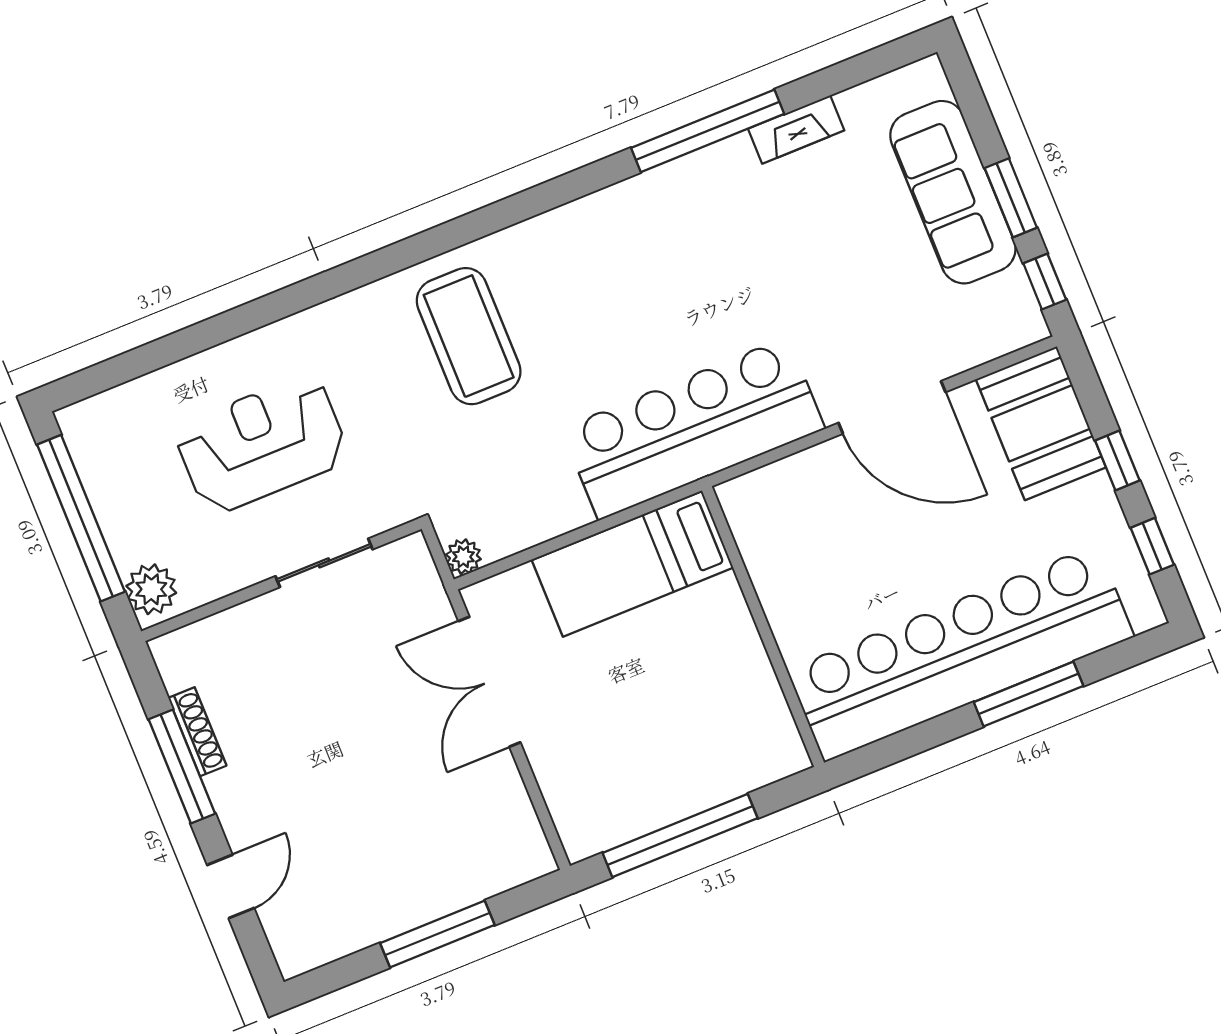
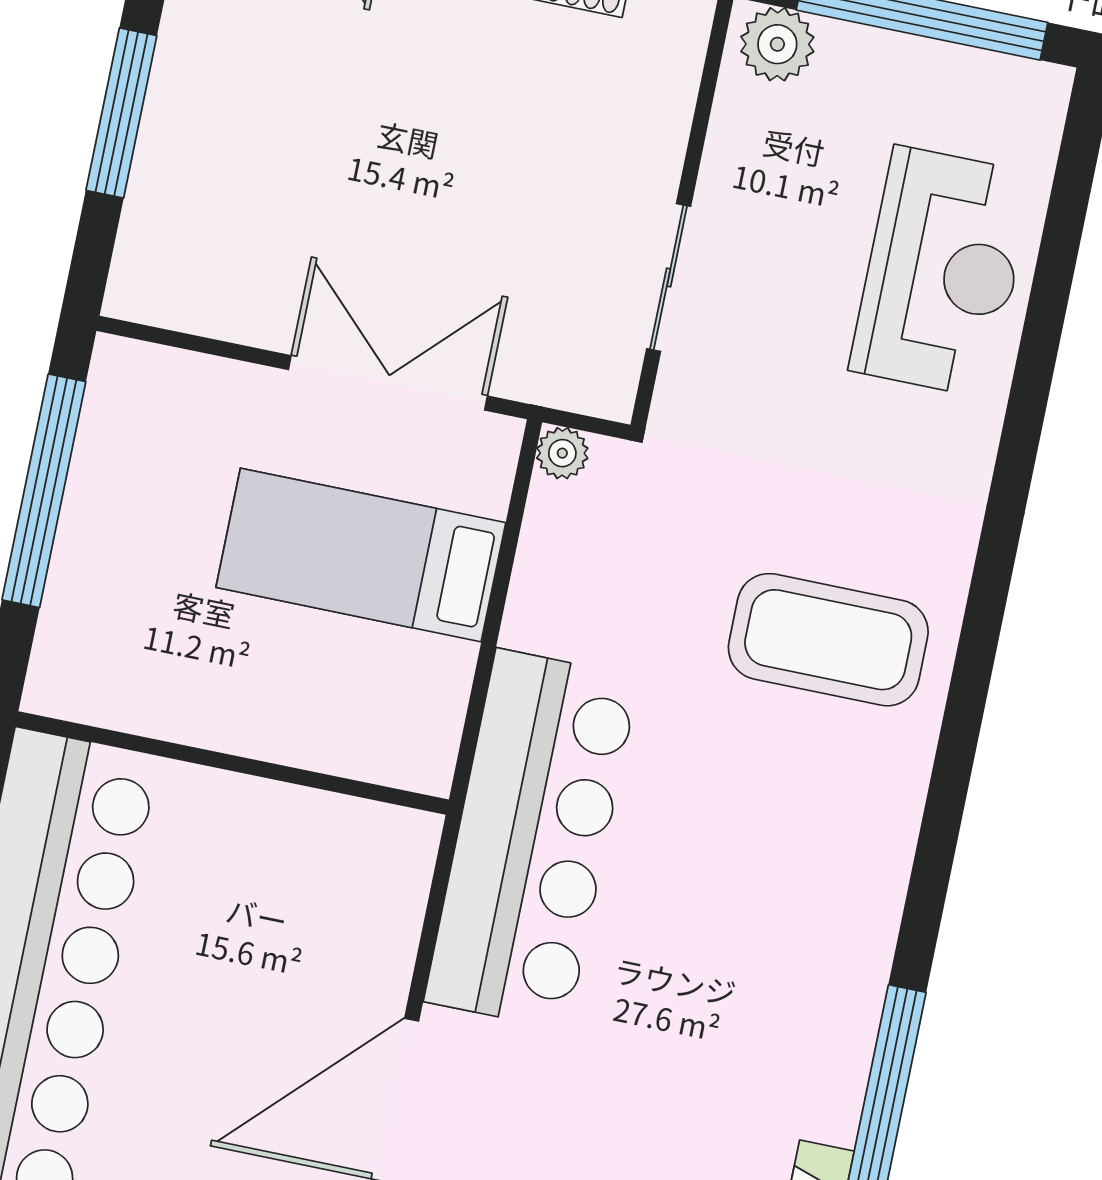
reception desk: (262, 444) -> (942, 272), moved
bed: (633, 564) -> (361, 555), moved, turned -90

